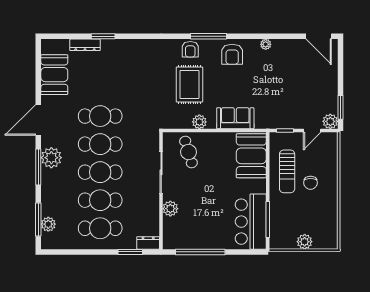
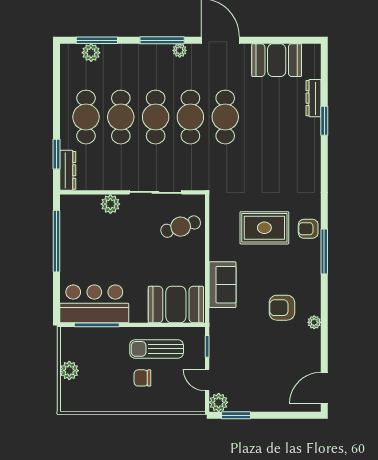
armchair: (232, 54) -> (282, 308), moved
plant: (199, 122) -> (218, 240), removed
plant: (51, 158) -> (180, 50), width x0.53, depth x0.53
dresser: (148, 243) -> (68, 170), width x1.44

